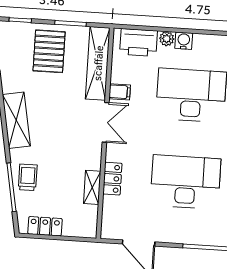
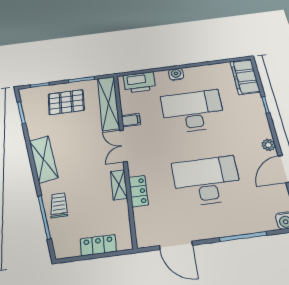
plant: (167, 39) -> (162, 75), removed
pallet: (49, 51) -> (66, 102), turned 90
double door: (106, 122) -> (123, 146), swing flipped
shelving: (92, 187) -> (119, 185), moved
locker: (45, 226) -> (98, 245), moved

